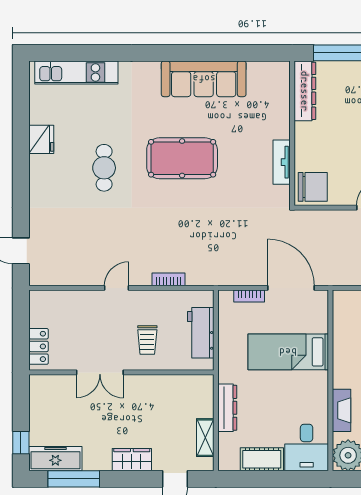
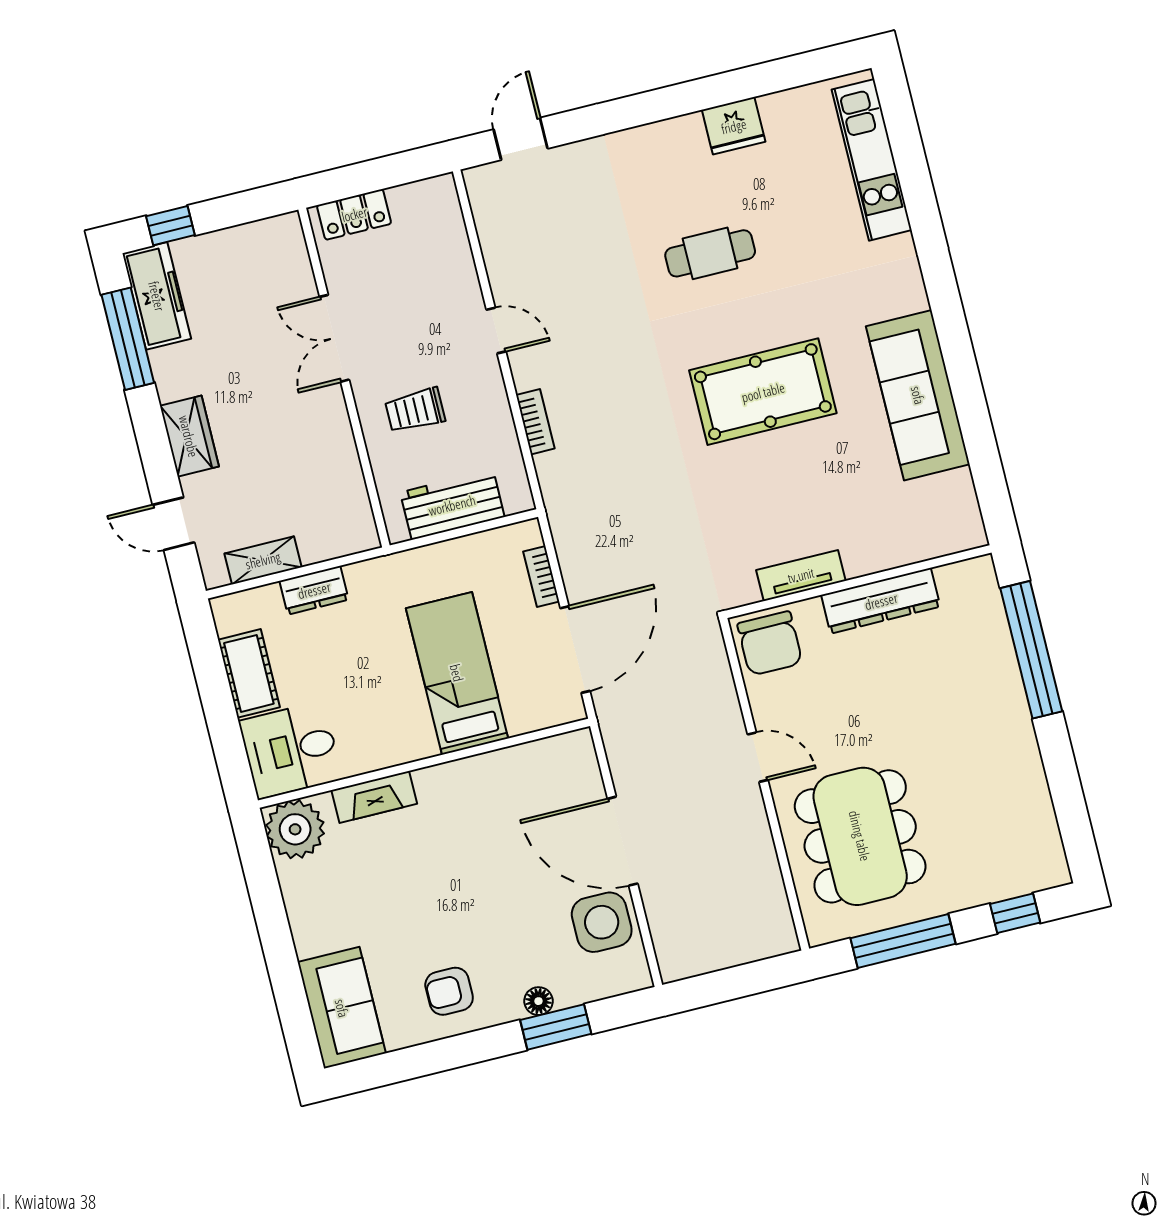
dresser: (305, 91) -> (881, 601), moved
pool table: (182, 158) -> (763, 392), turned 90
dresser: (227, 408) -> (314, 590), width x0.70

